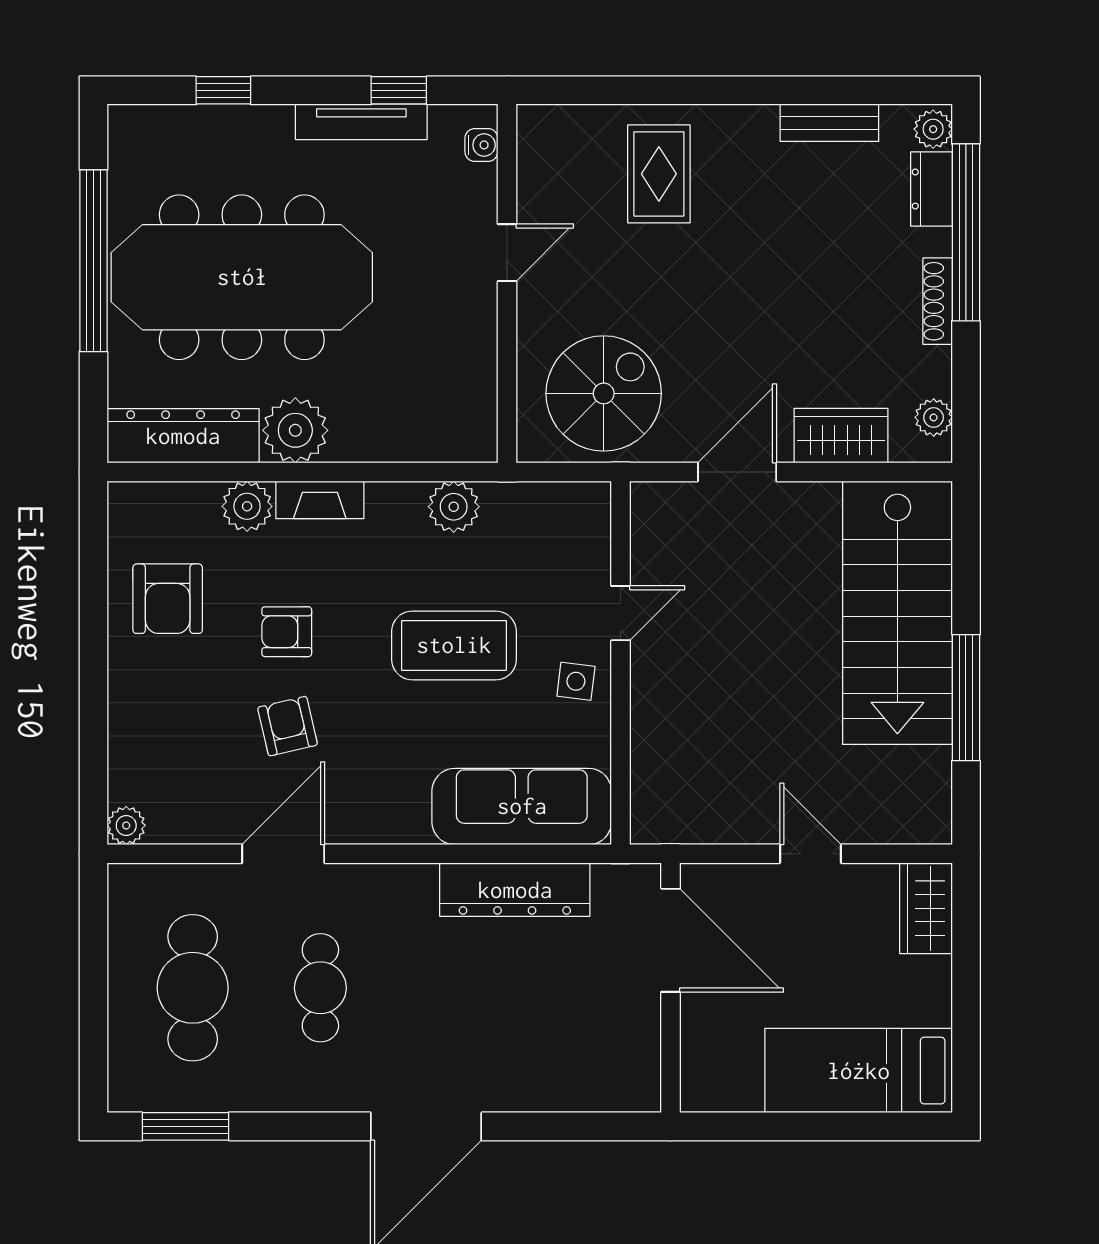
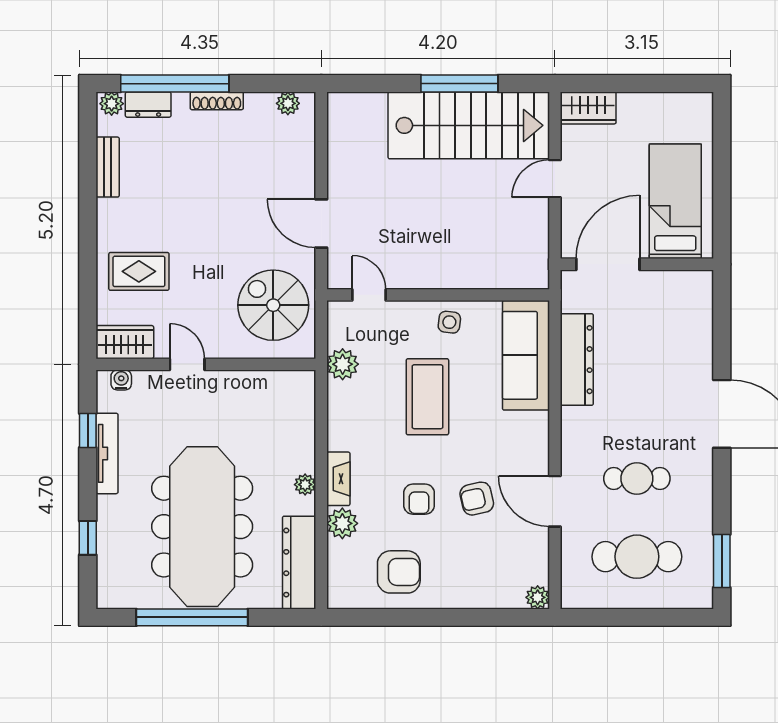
plant: (295, 430) -> (305, 485), width x0.53, depth x0.53
wardrobe: (841, 436) -> (125, 342), moved, turned 90
plant: (454, 507) -> (343, 364), moved
door: (621, 613) -> (369, 295), moved
stairs: (897, 613) -> (469, 125), moved
bed: (859, 1071) -> (675, 201), moved, turned 180

